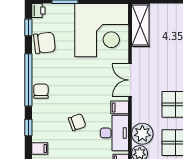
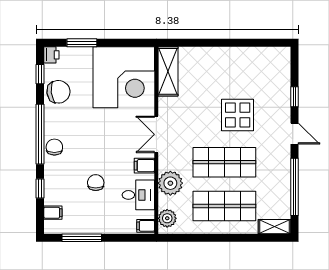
chair: (77, 122) -> (96, 183), turned -70
desk: (114, 133) -> (138, 195), width x0.73
plant: (142, 134) -> (170, 183), moved

